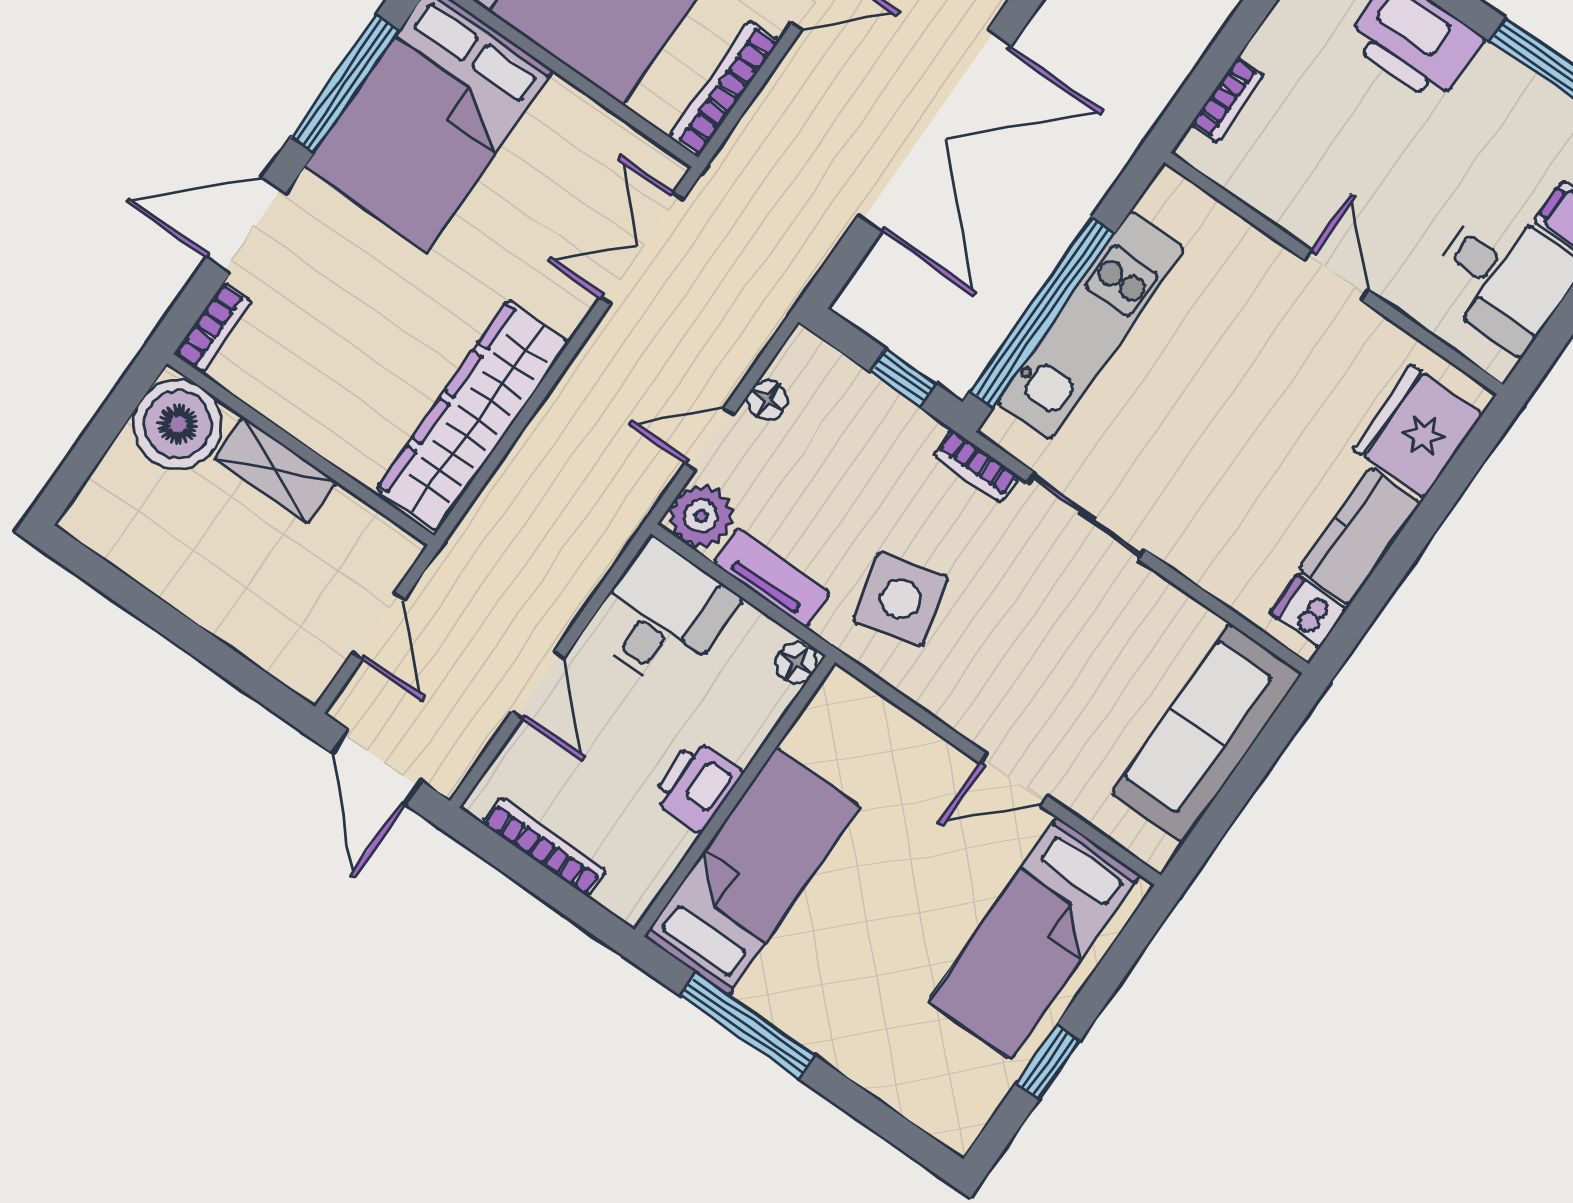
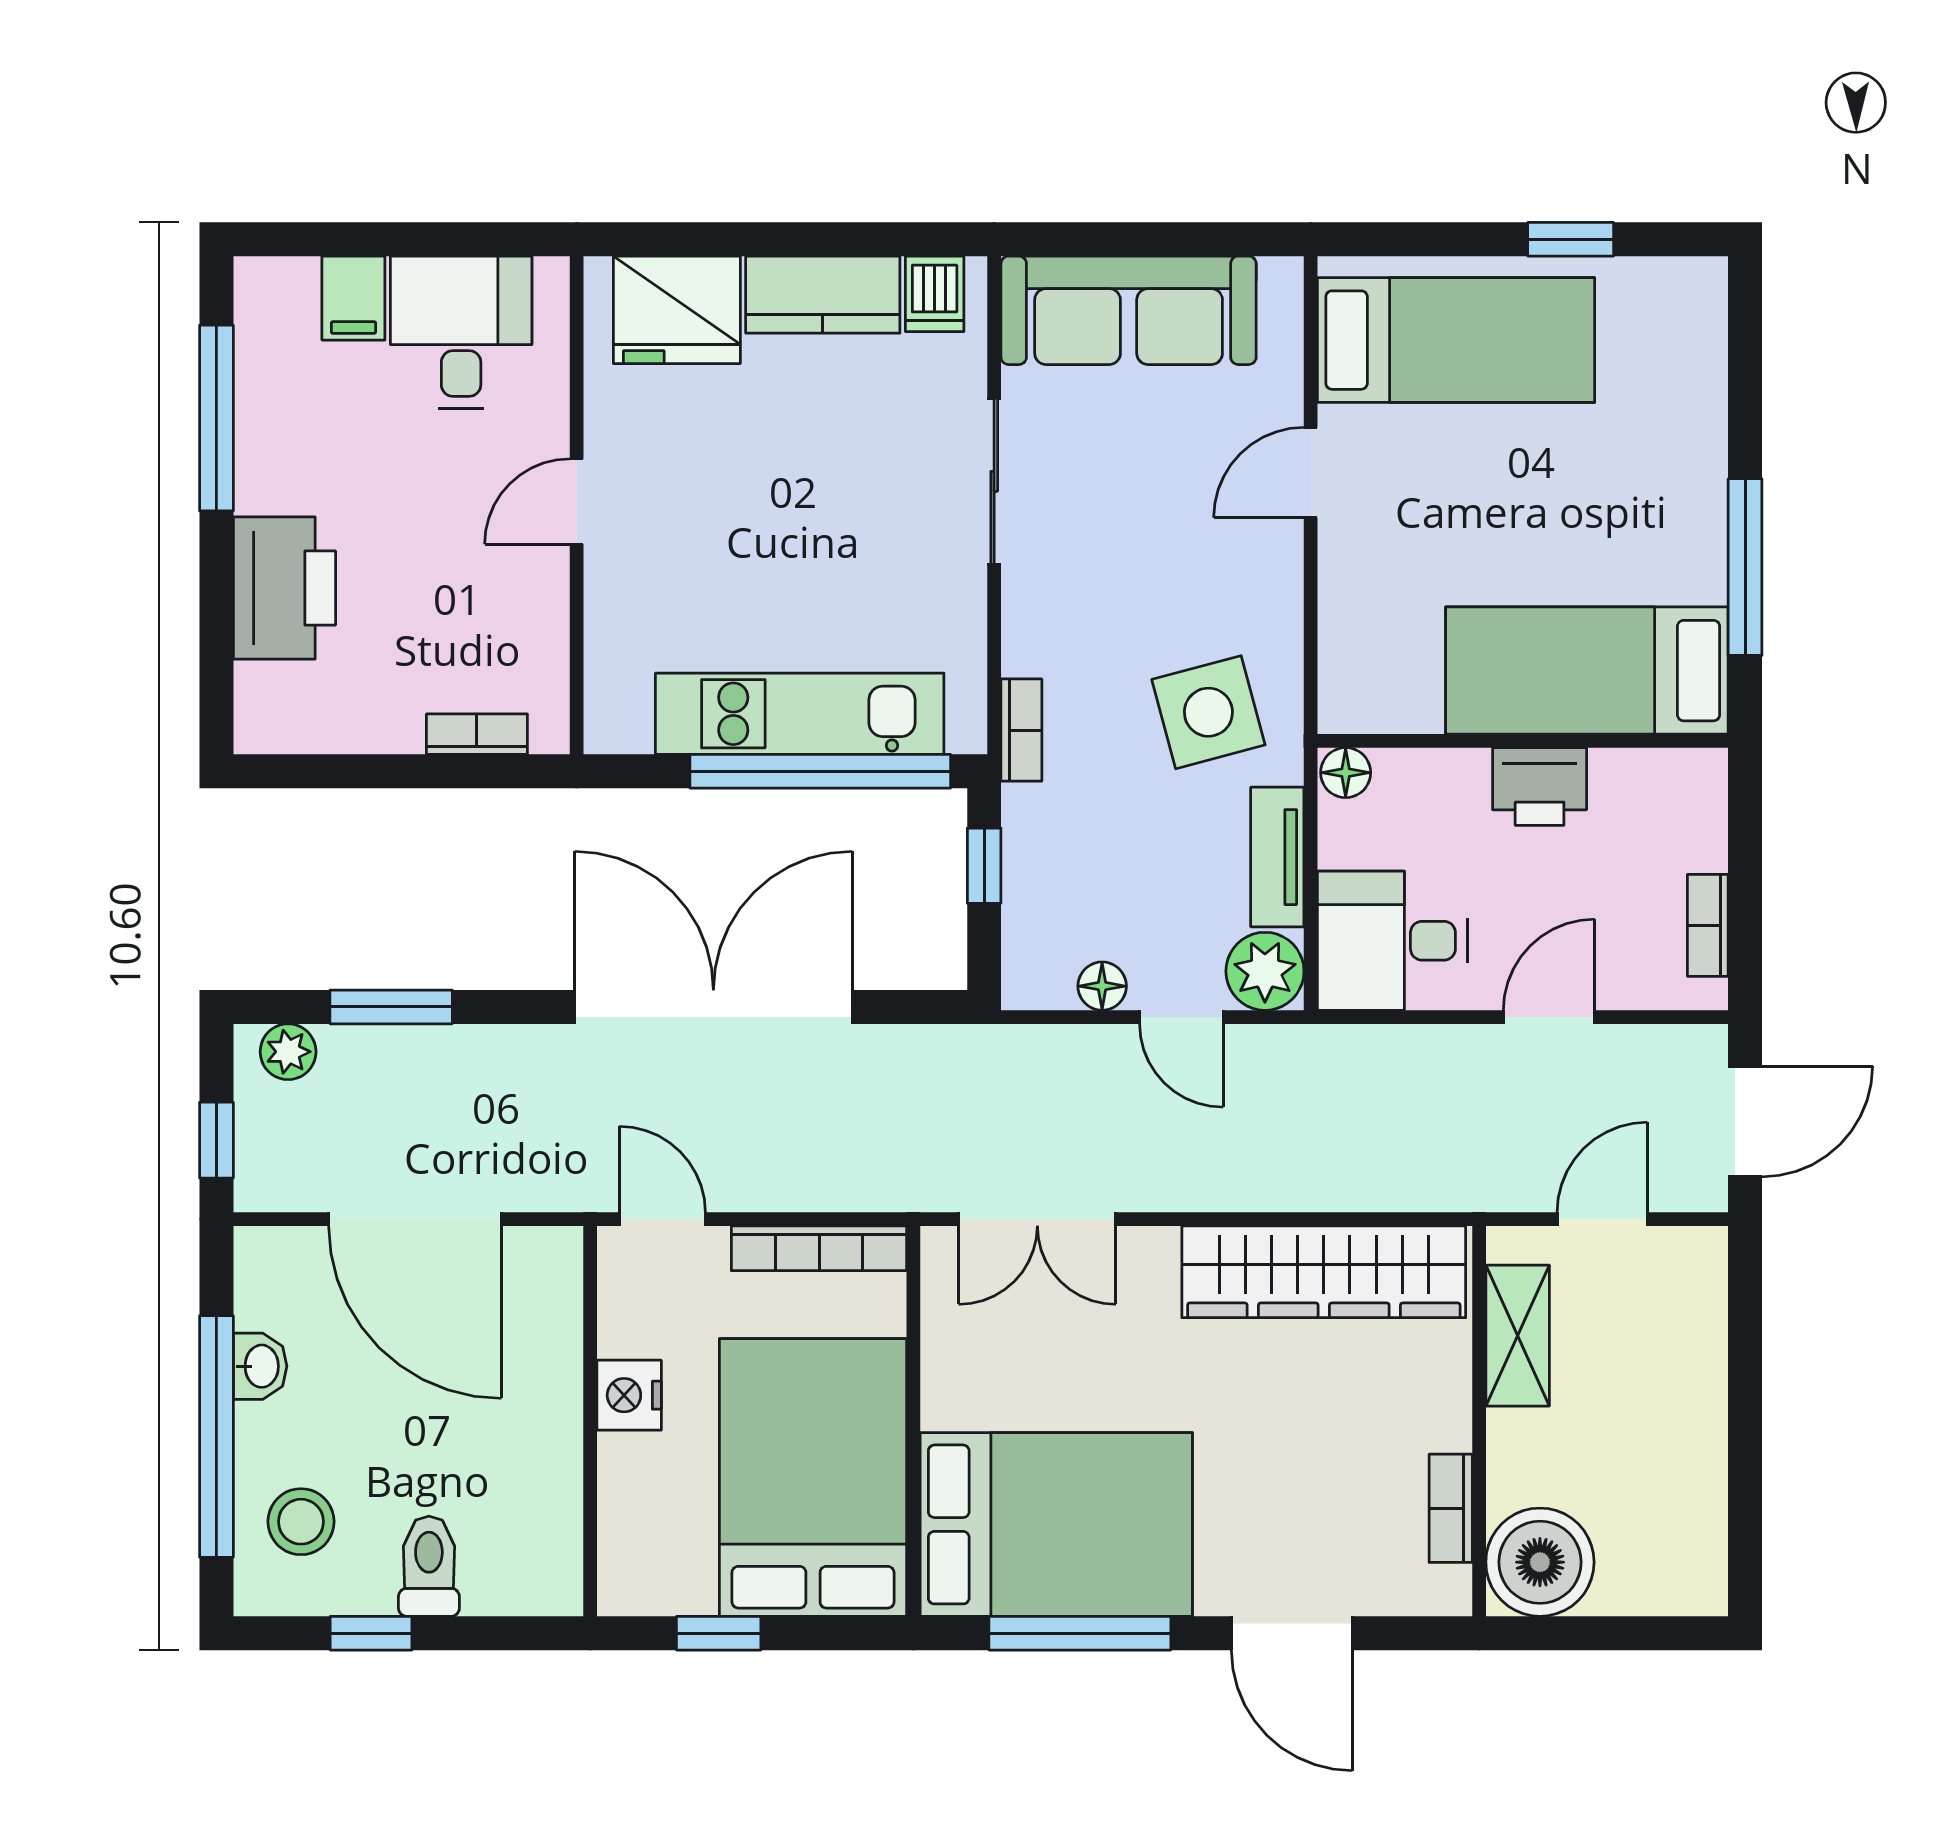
bookcase: (213, 328) -> (1451, 1508), moved, turned -90
shelving: (275, 470) -> (1518, 1336), moved
sliding door: (1086, 516) -> (994, 481), moved
door: (1013, 779) -> (1311, 472), swing flipped
bookcase: (545, 847) -> (1708, 925), width x0.64

